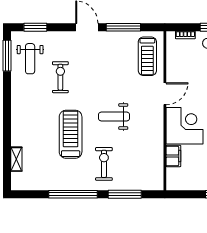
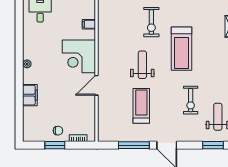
treadmill: (147, 56) -> (141, 106), moved
weight bench: (114, 117) -> (142, 65), turned -90
filing cabinet: (173, 156) -> (89, 24), width x0.50

